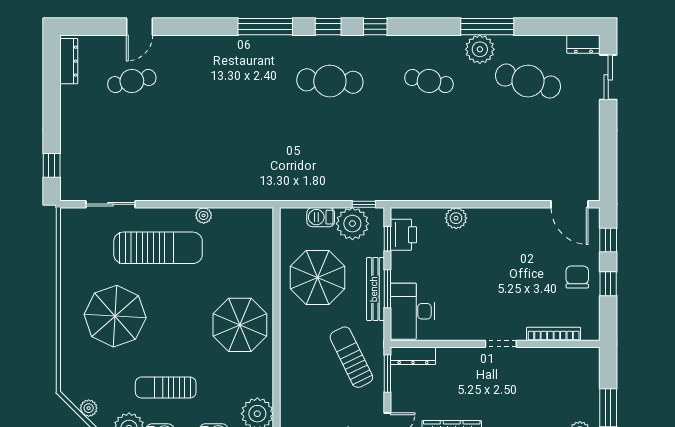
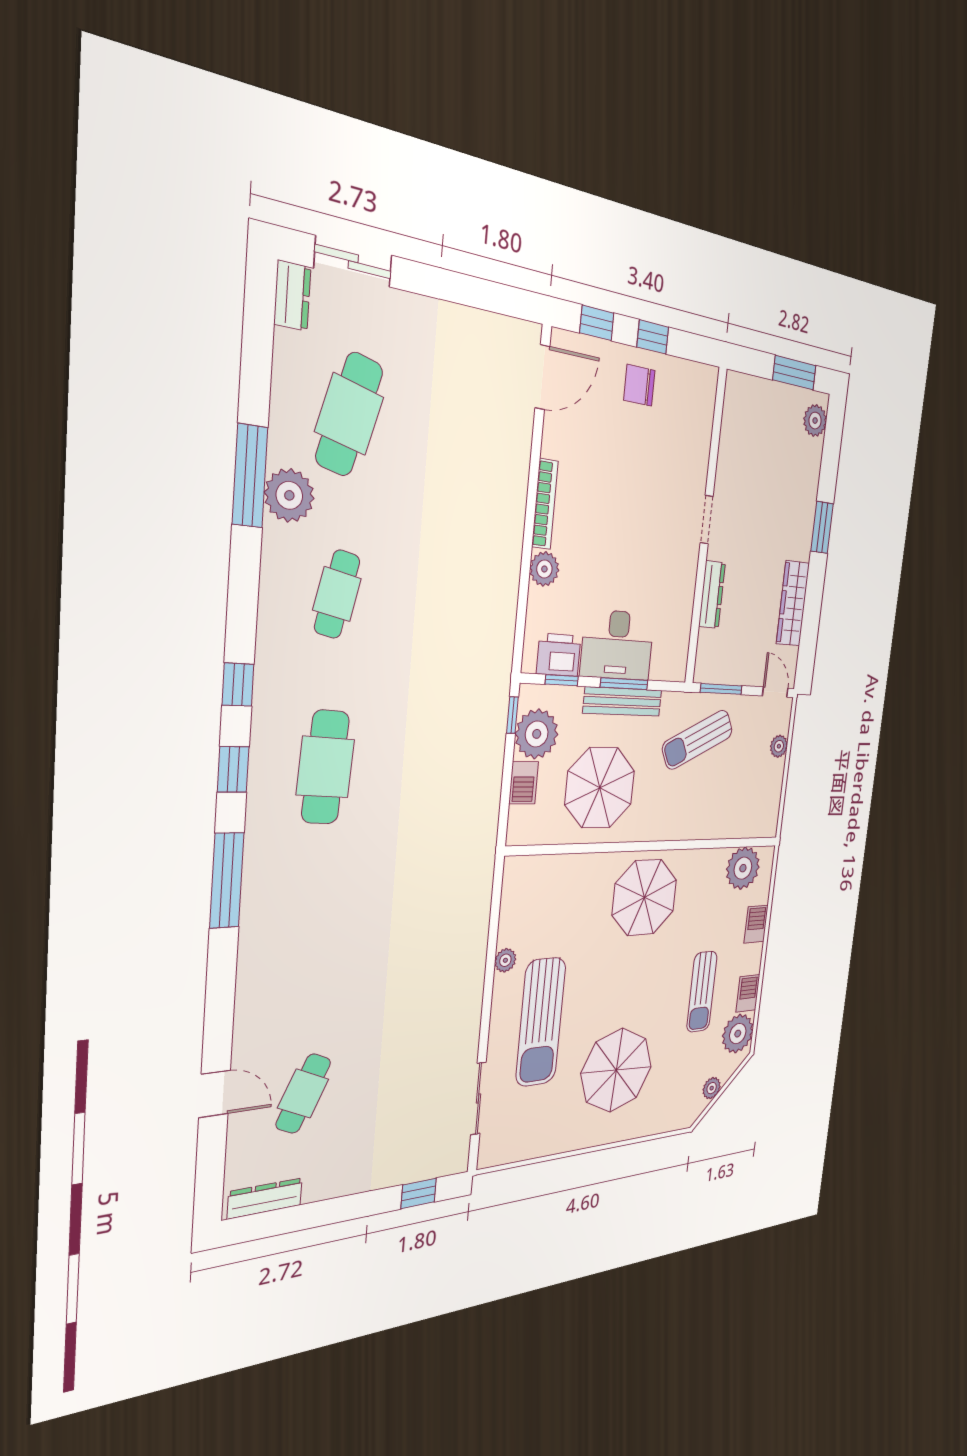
cafe table: (132, 81) -> (303, 1094), turned 36
sun lounger: (158, 248) -> (541, 1022), turned 180
desk: (413, 311) -> (617, 645), moved
bookcase: (554, 334) -> (545, 504), moved, turned 180
dresser: (413, 356) -> (712, 595), moved

